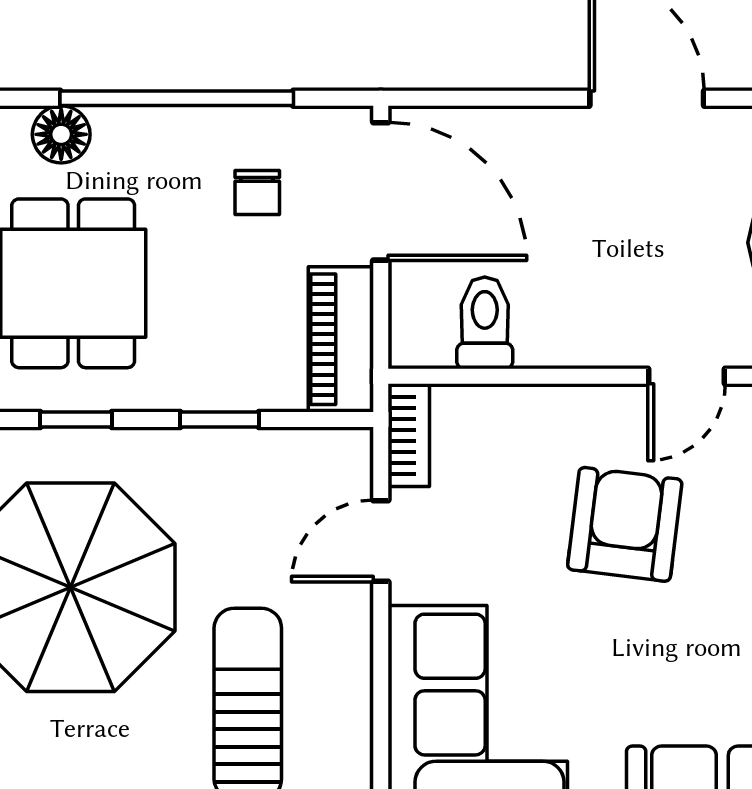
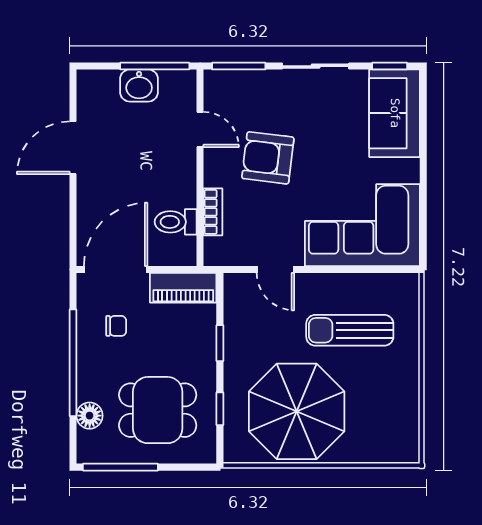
bookcase: (409, 435) -> (213, 212), moved, turned 90

